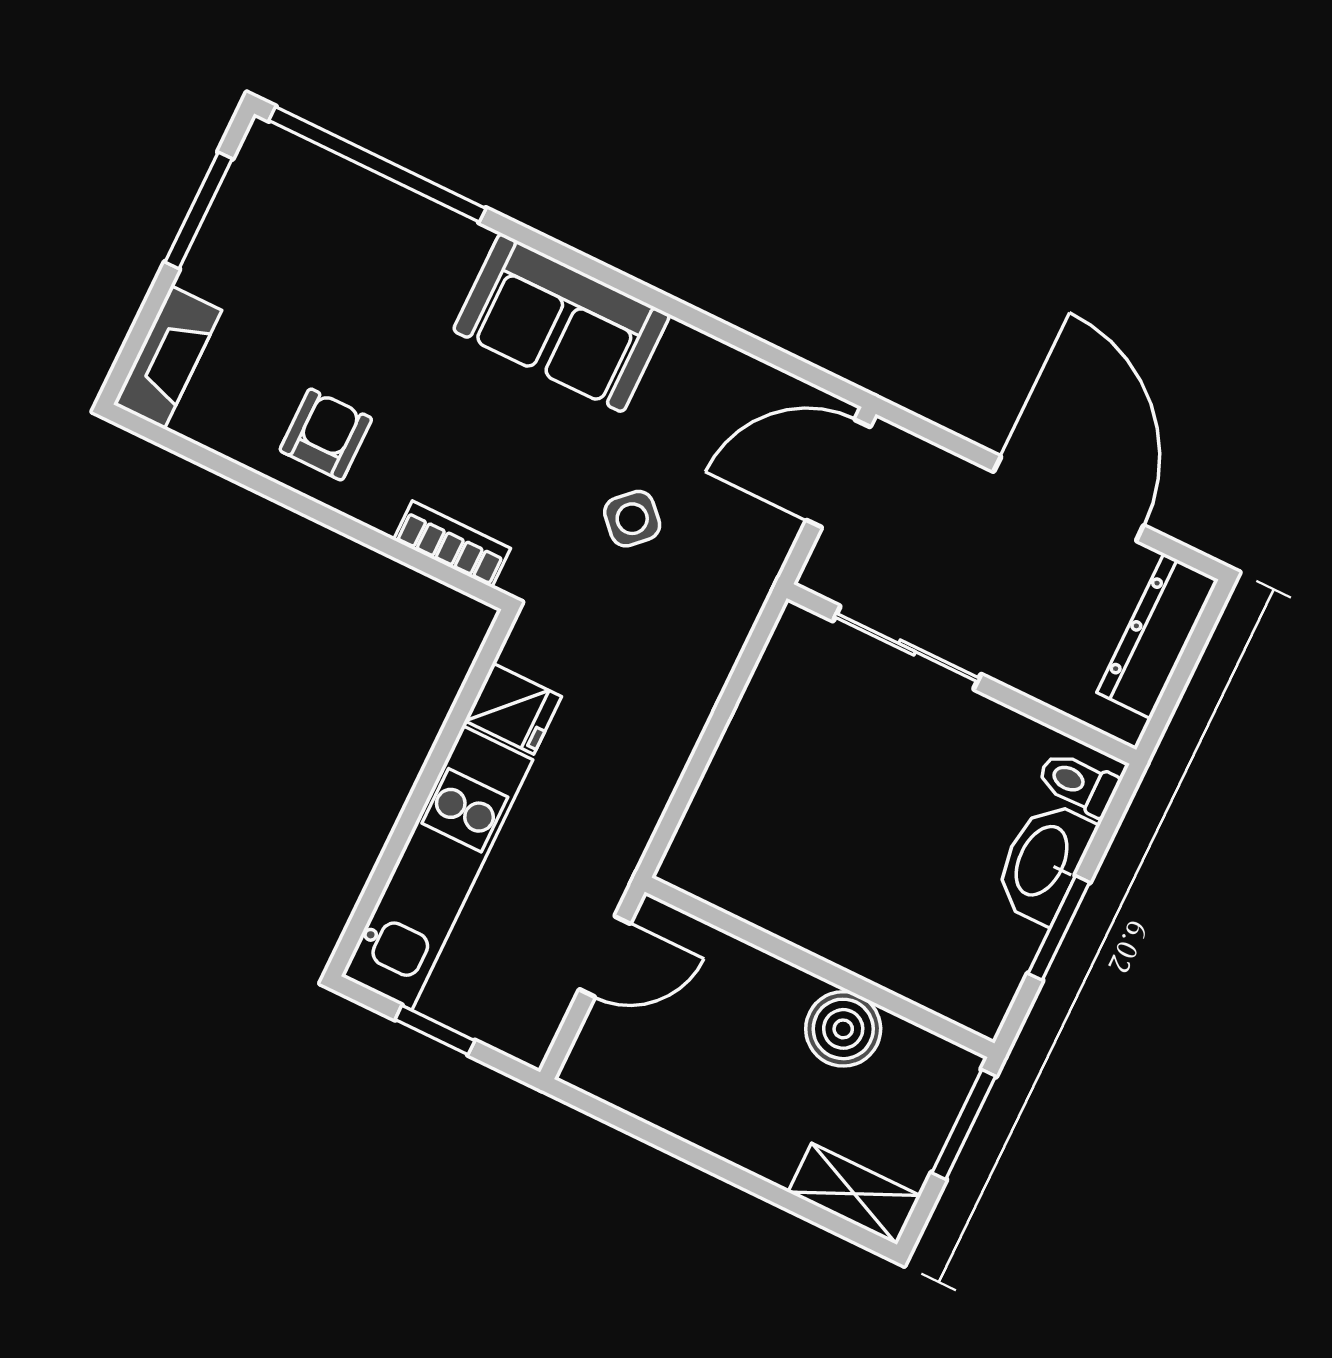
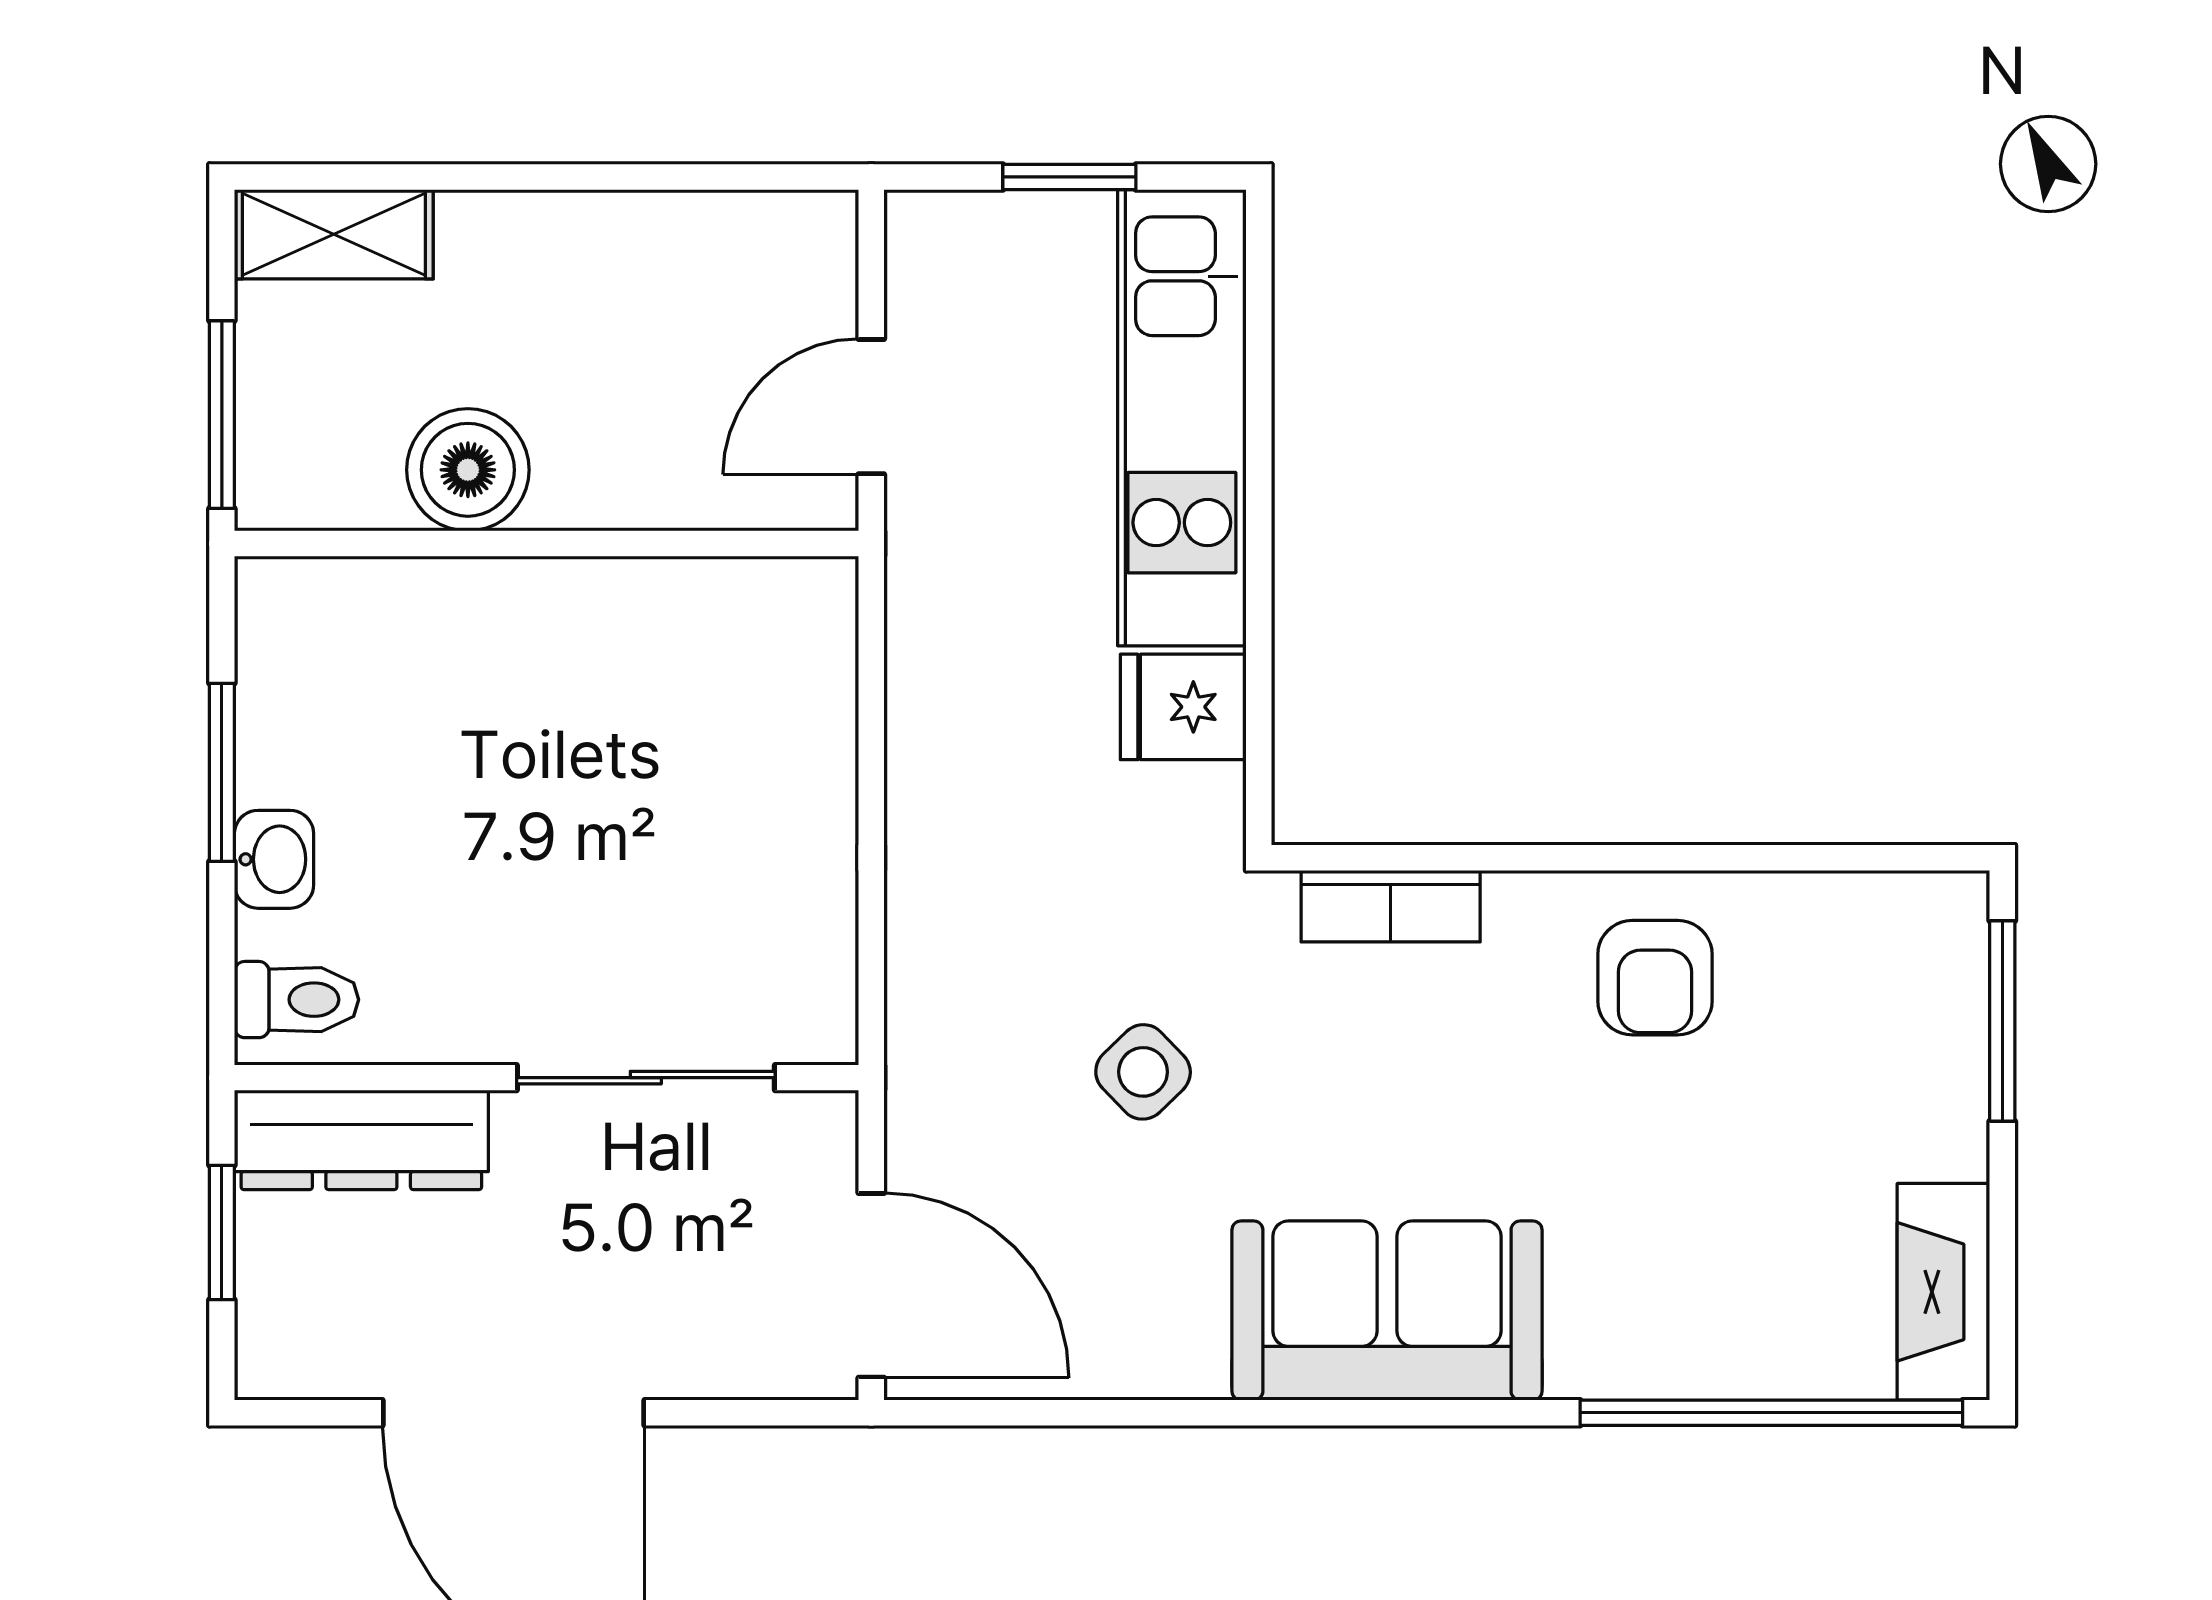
window: (199, 210) -> (2002, 1021), moved
fireplace: (168, 357) -> (1943, 1292), moved
door: (838, 474) -> (871, 1285), hinge flipped
dresser: (1158, 636) -> (361, 1140), moved, turned 90
window: (1181, 675) -> (222, 1232), added
washbasin: (1043, 862) -> (274, 859), width x0.52, depth x0.69

